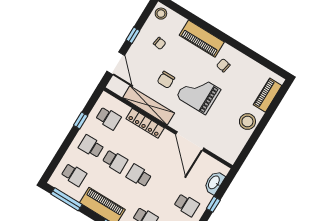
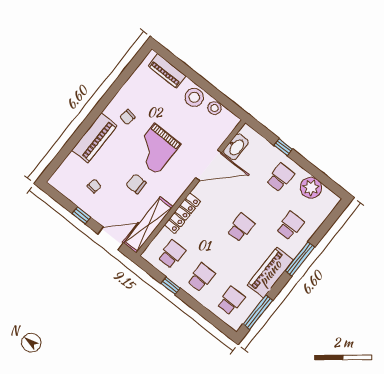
stool: (161, 14) -> (214, 108), moved
chair: (166, 80) -> (136, 184), turned 180
shelving: (149, 105) -> (148, 225), moved
school desk: (91, 146) -> (201, 277), turned 180
school desk: (115, 161) -> (221, 252), removed
school desk: (139, 176) -> (241, 227), turned 180
washbasin: (214, 183) -> (236, 147), moved, turned -90

